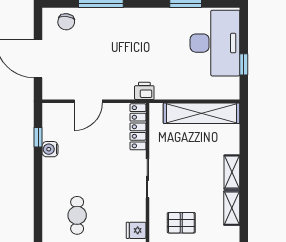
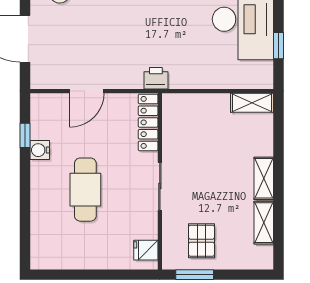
shelving: (201, 113) -> (252, 103), width x0.45, depth x0.75
cafe table: (77, 215) -> (85, 190), moved, width x1.37, depth x1.35
pallet: (181, 223) -> (202, 241), turned 90

